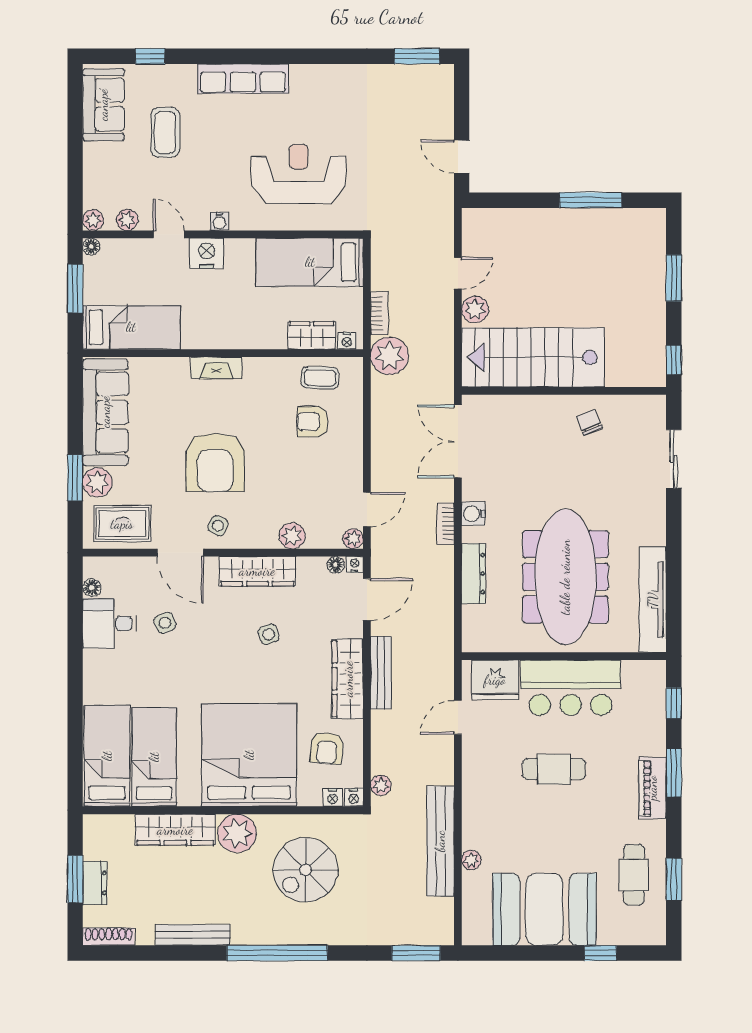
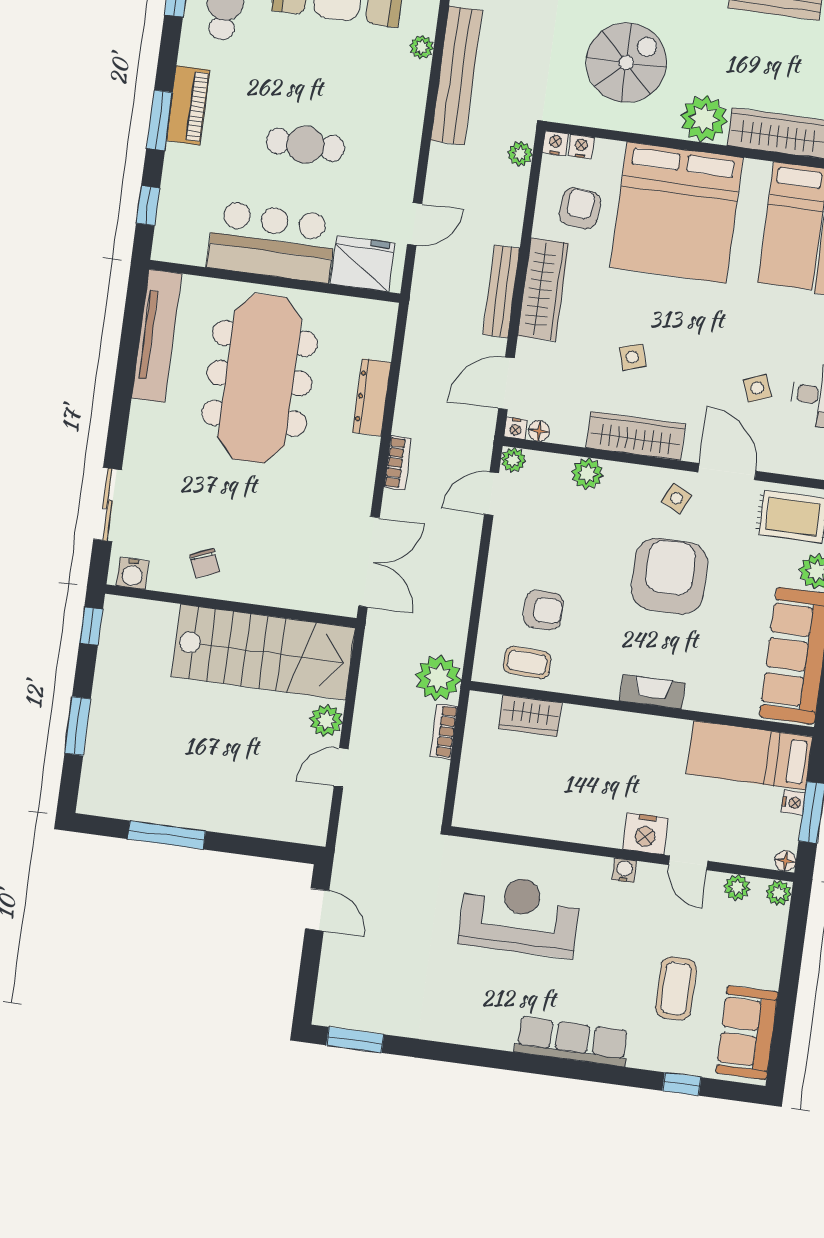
reception desk: (299, 174) -> (520, 915), turned 180
bed: (310, 262) -> (521, 806), removed
nightstand: (347, 341) -> (793, 802), moved, turned 90
water cooler: (473, 514) -> (132, 573), moved, turned 90

